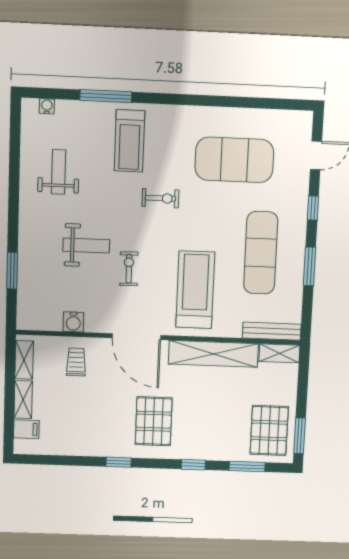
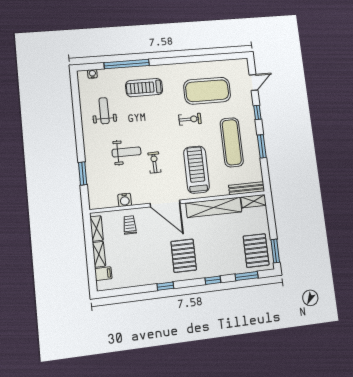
window: (106, 96) -> (127, 64), width x1.46
treadmill: (130, 141) -> (144, 88), turned 90
exercise bike: (160, 198) -> (190, 119), moved

